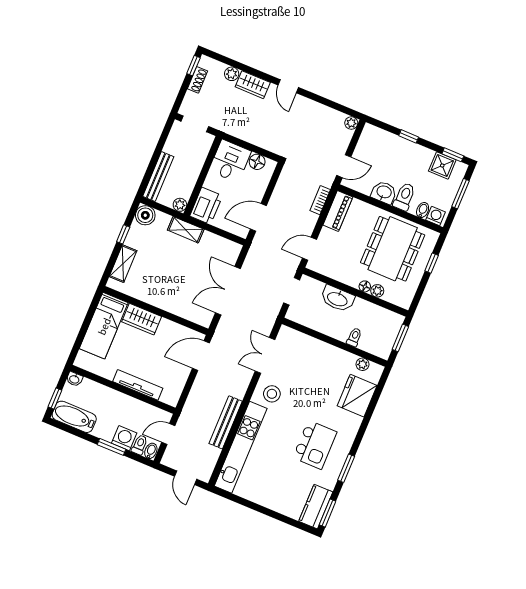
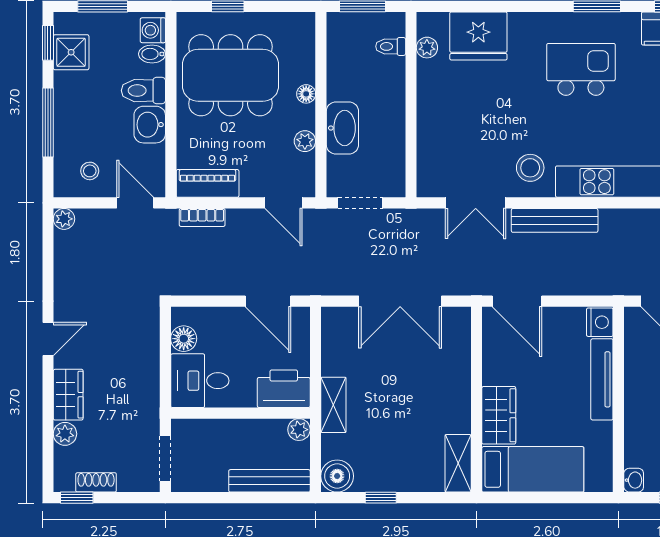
window: (409, 136) -> (48, 122), width x2.17
stool: (372, 148) -> (90, 171), added
shelving: (123, 264) -> (458, 463), moved, turned 90
plant: (377, 291) -> (305, 141), moved
toilet: (354, 337) -> (391, 46), moved
nightstand: (170, 397) -> (600, 322), added
bench: (226, 422) -> (555, 220), moved

